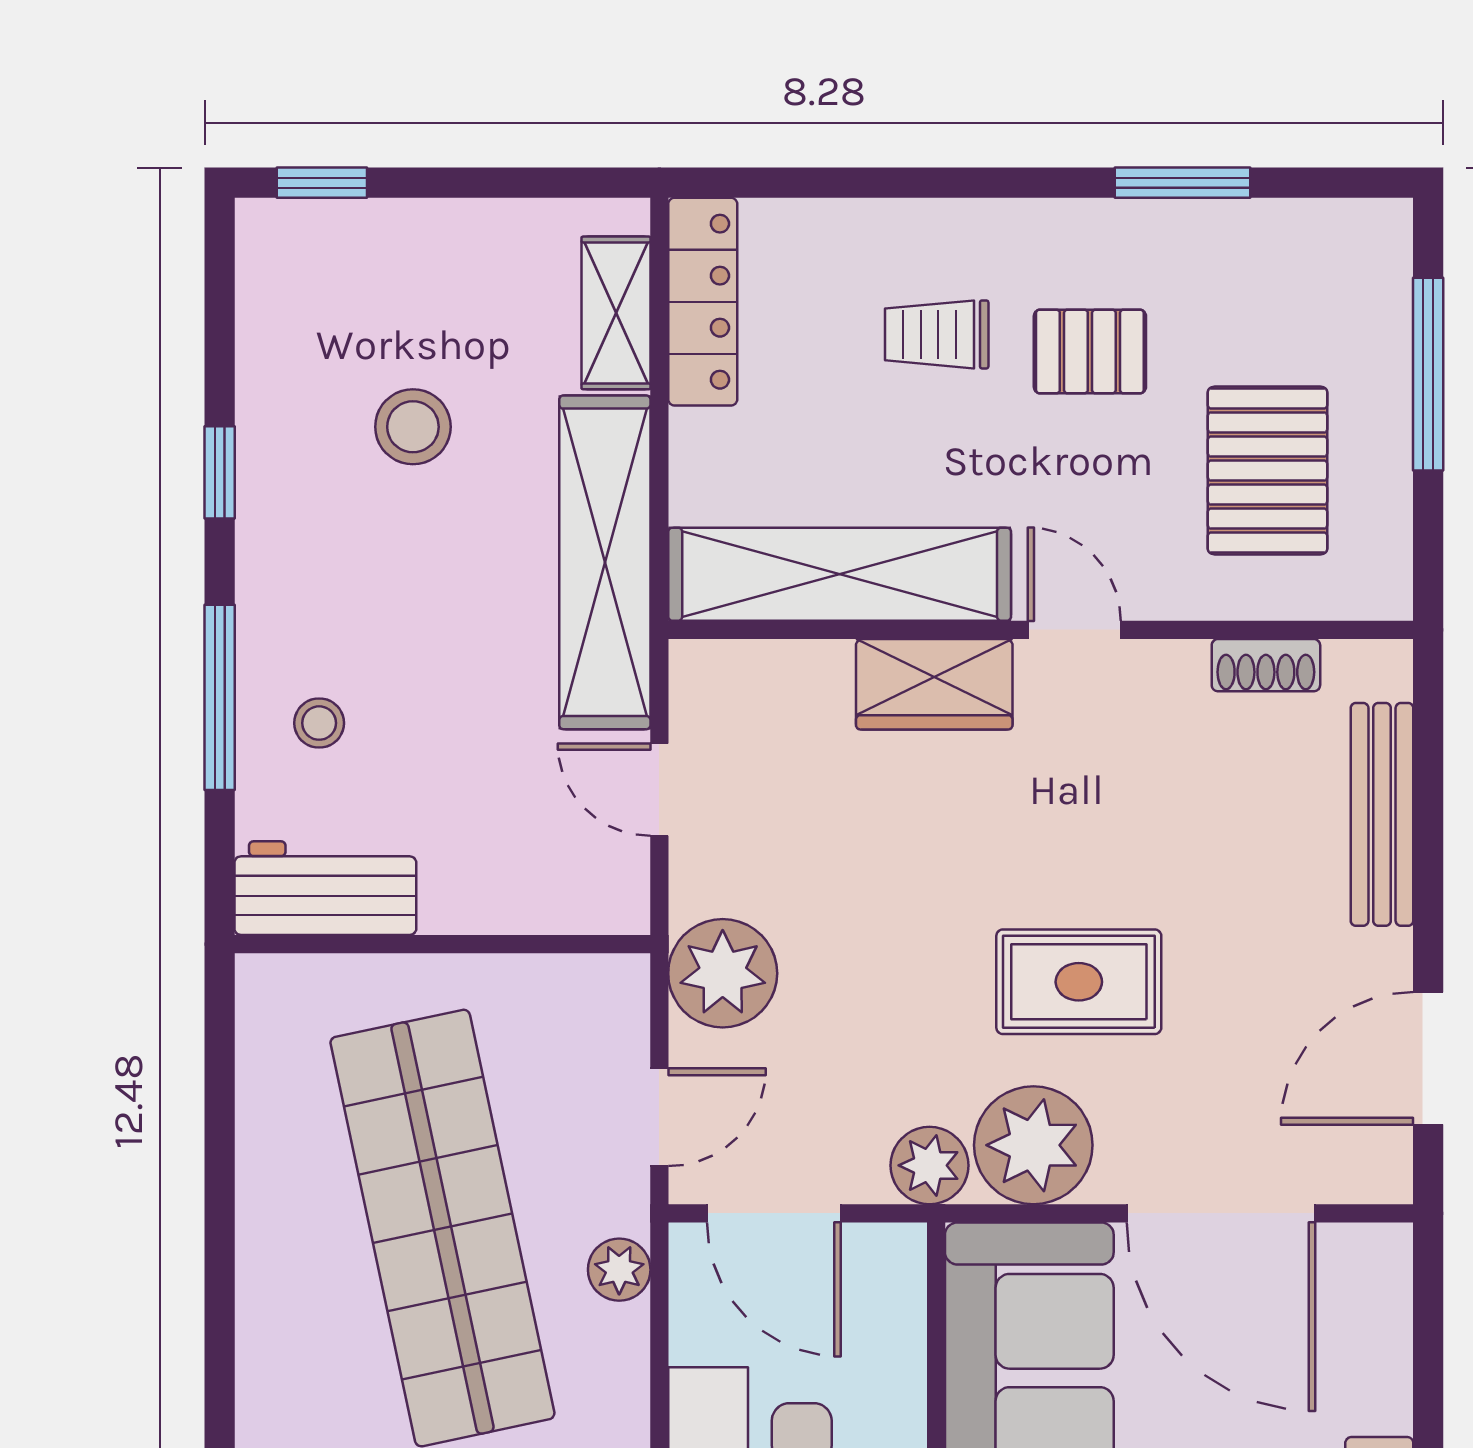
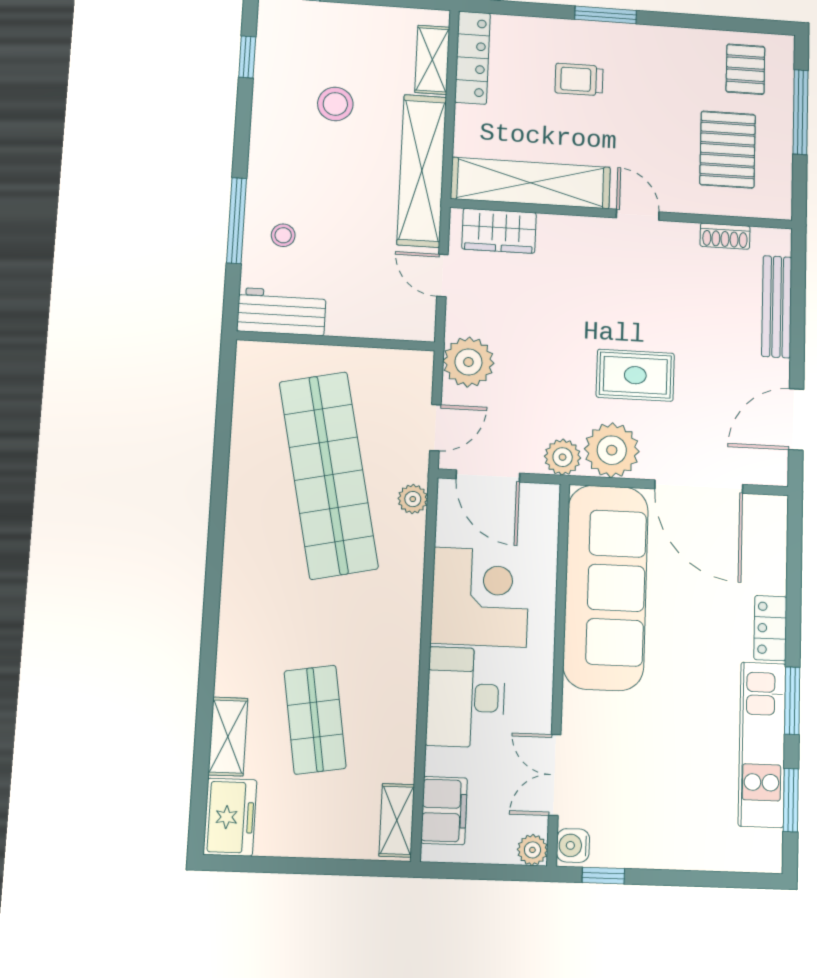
window: (1182, 183) -> (606, 15), moved
pallet: (1090, 351) -> (745, 69), moved, turned 90
window: (220, 472) -> (247, 57), moved
wardrobe: (934, 684) -> (499, 231), moved

